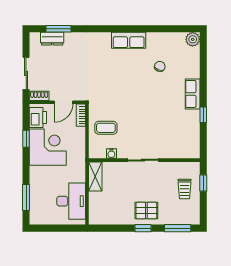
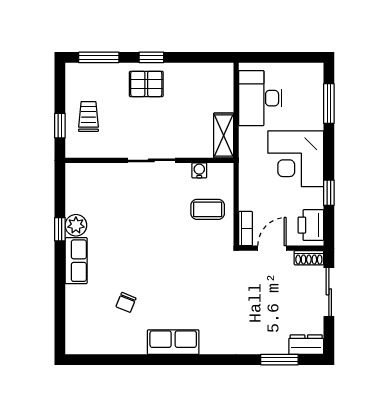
dresser: (52, 39) -> (306, 345), moved
plant: (193, 39) -> (76, 225), moved
corner desk: (48, 147) -> (296, 159), moved

